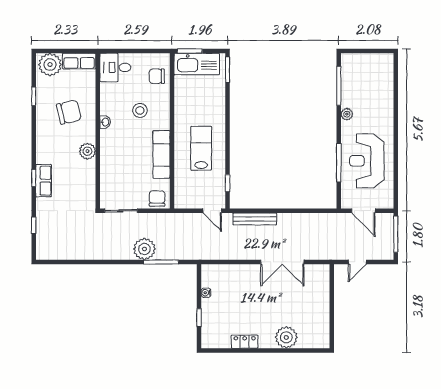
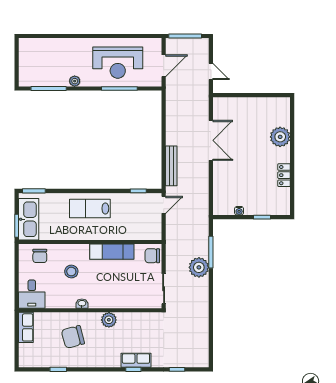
plant: (50, 65) -> (29, 354), removed
chair: (69, 112) -> (73, 337), turned -92
lab bench: (201, 148) -> (90, 208), moved

